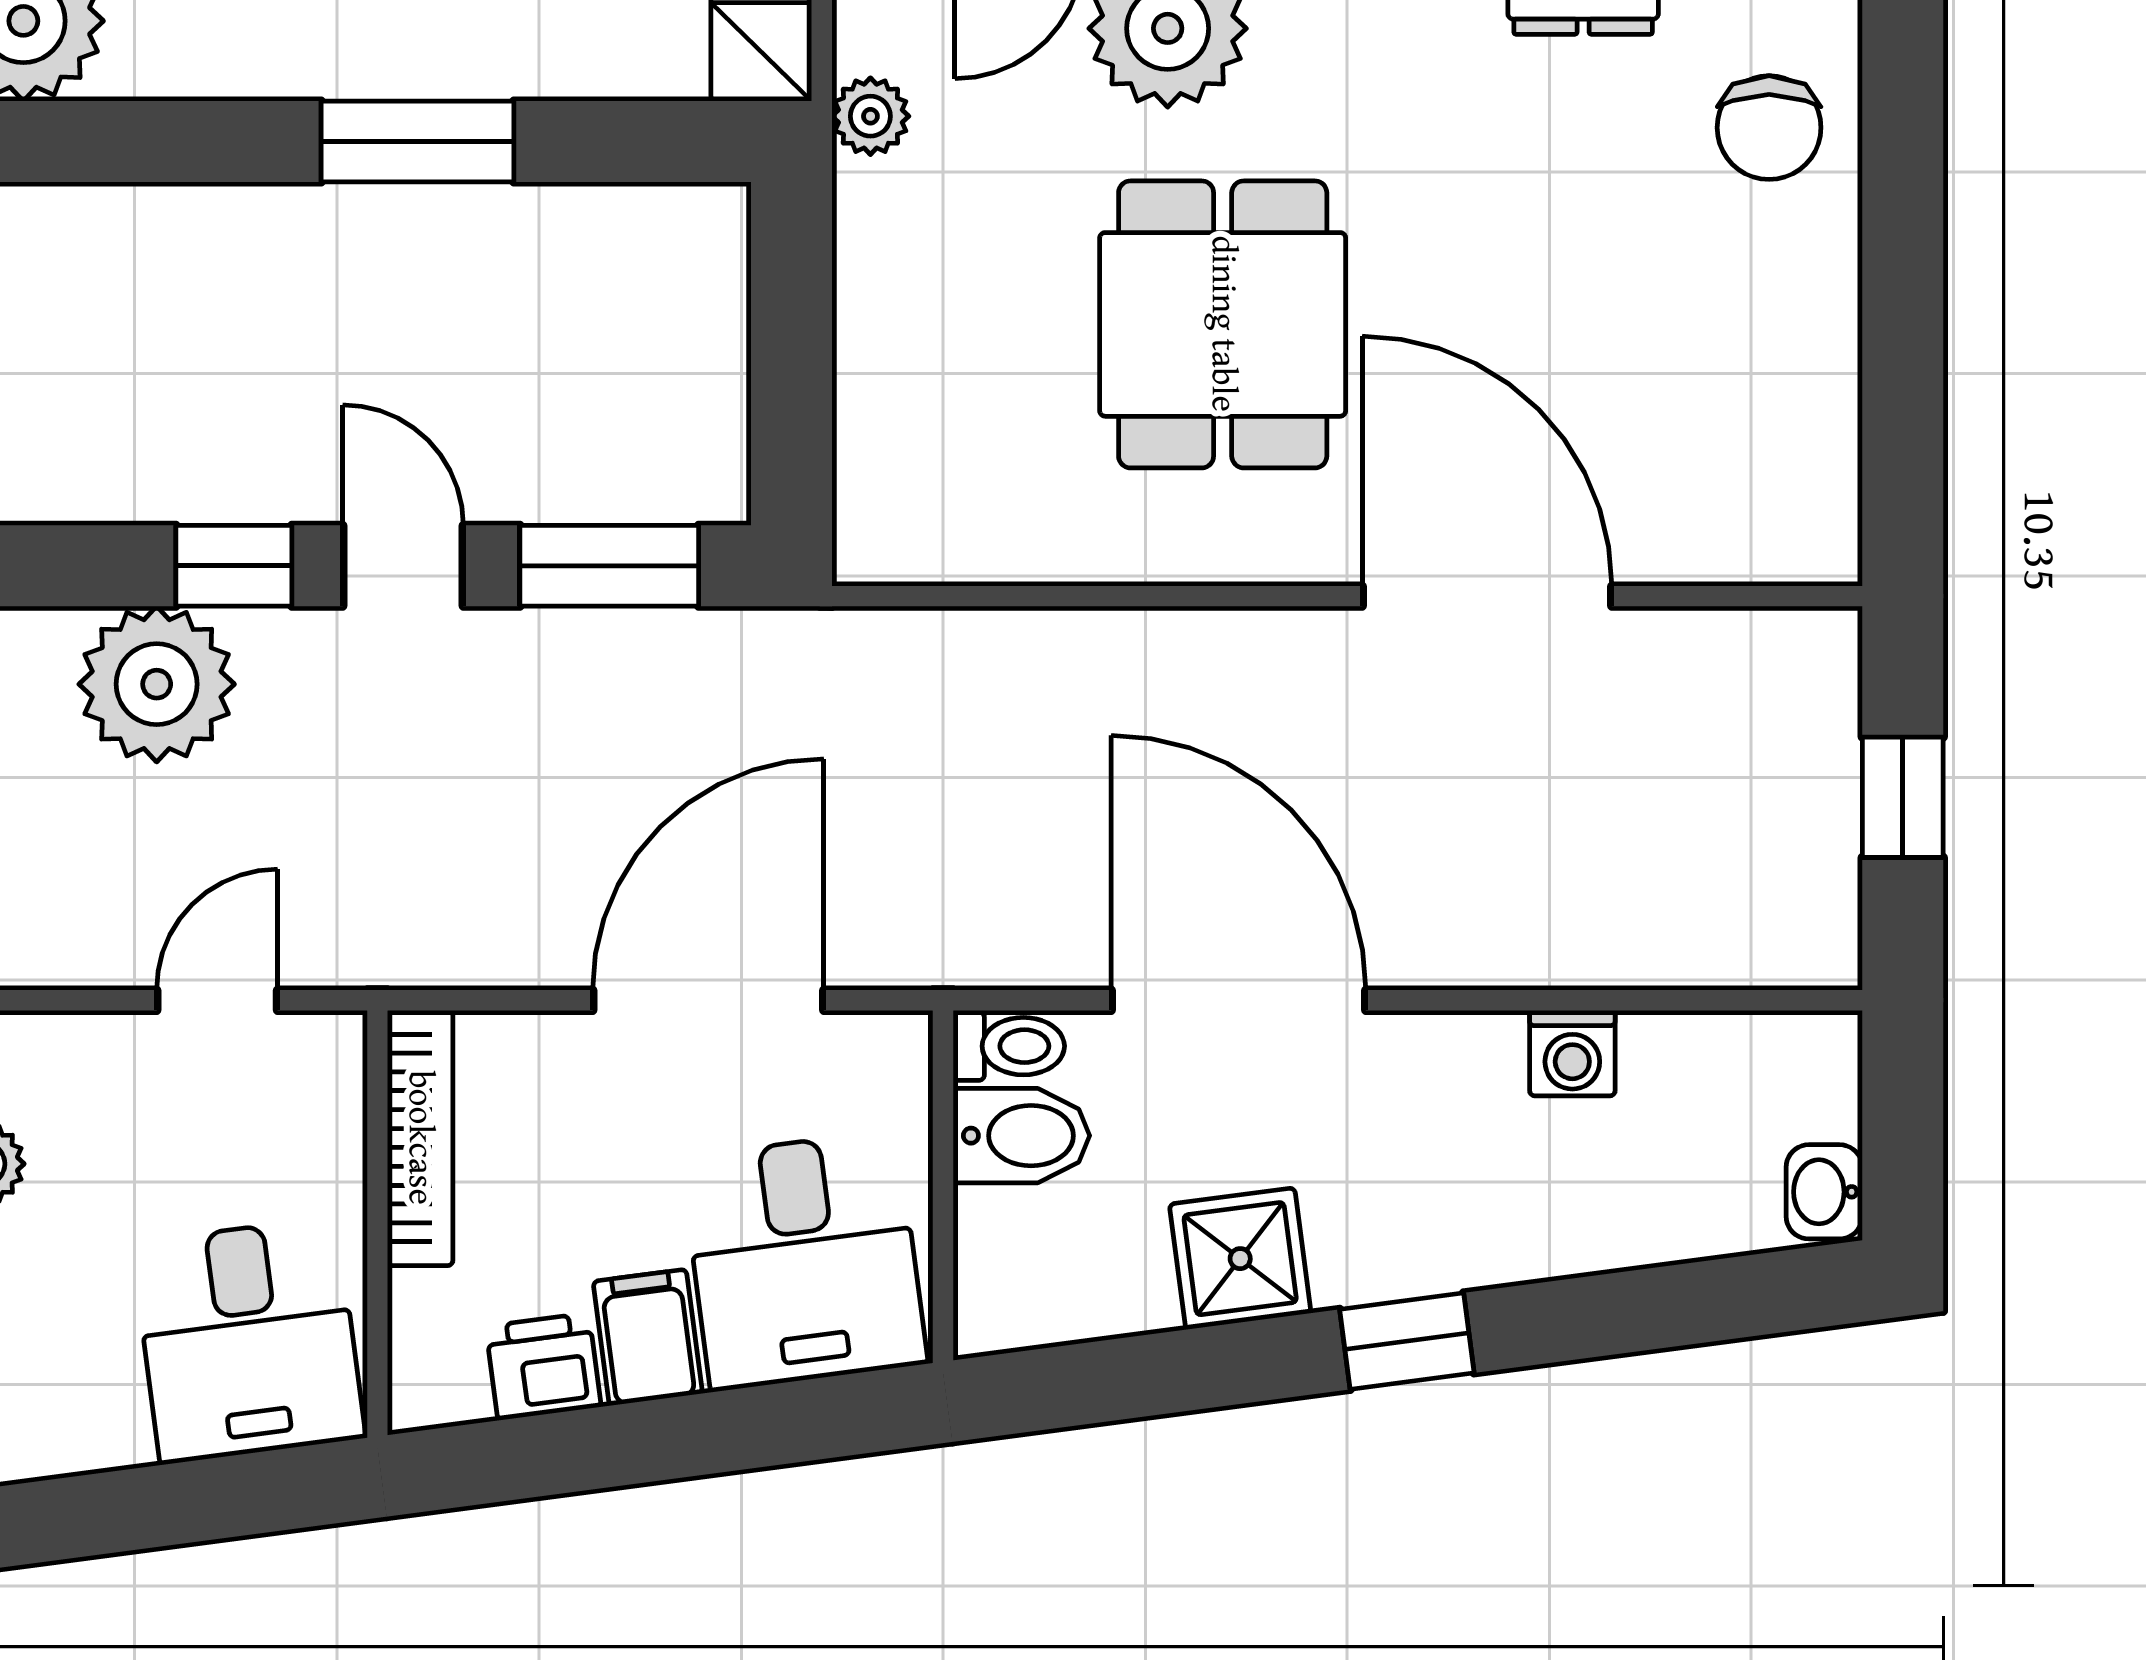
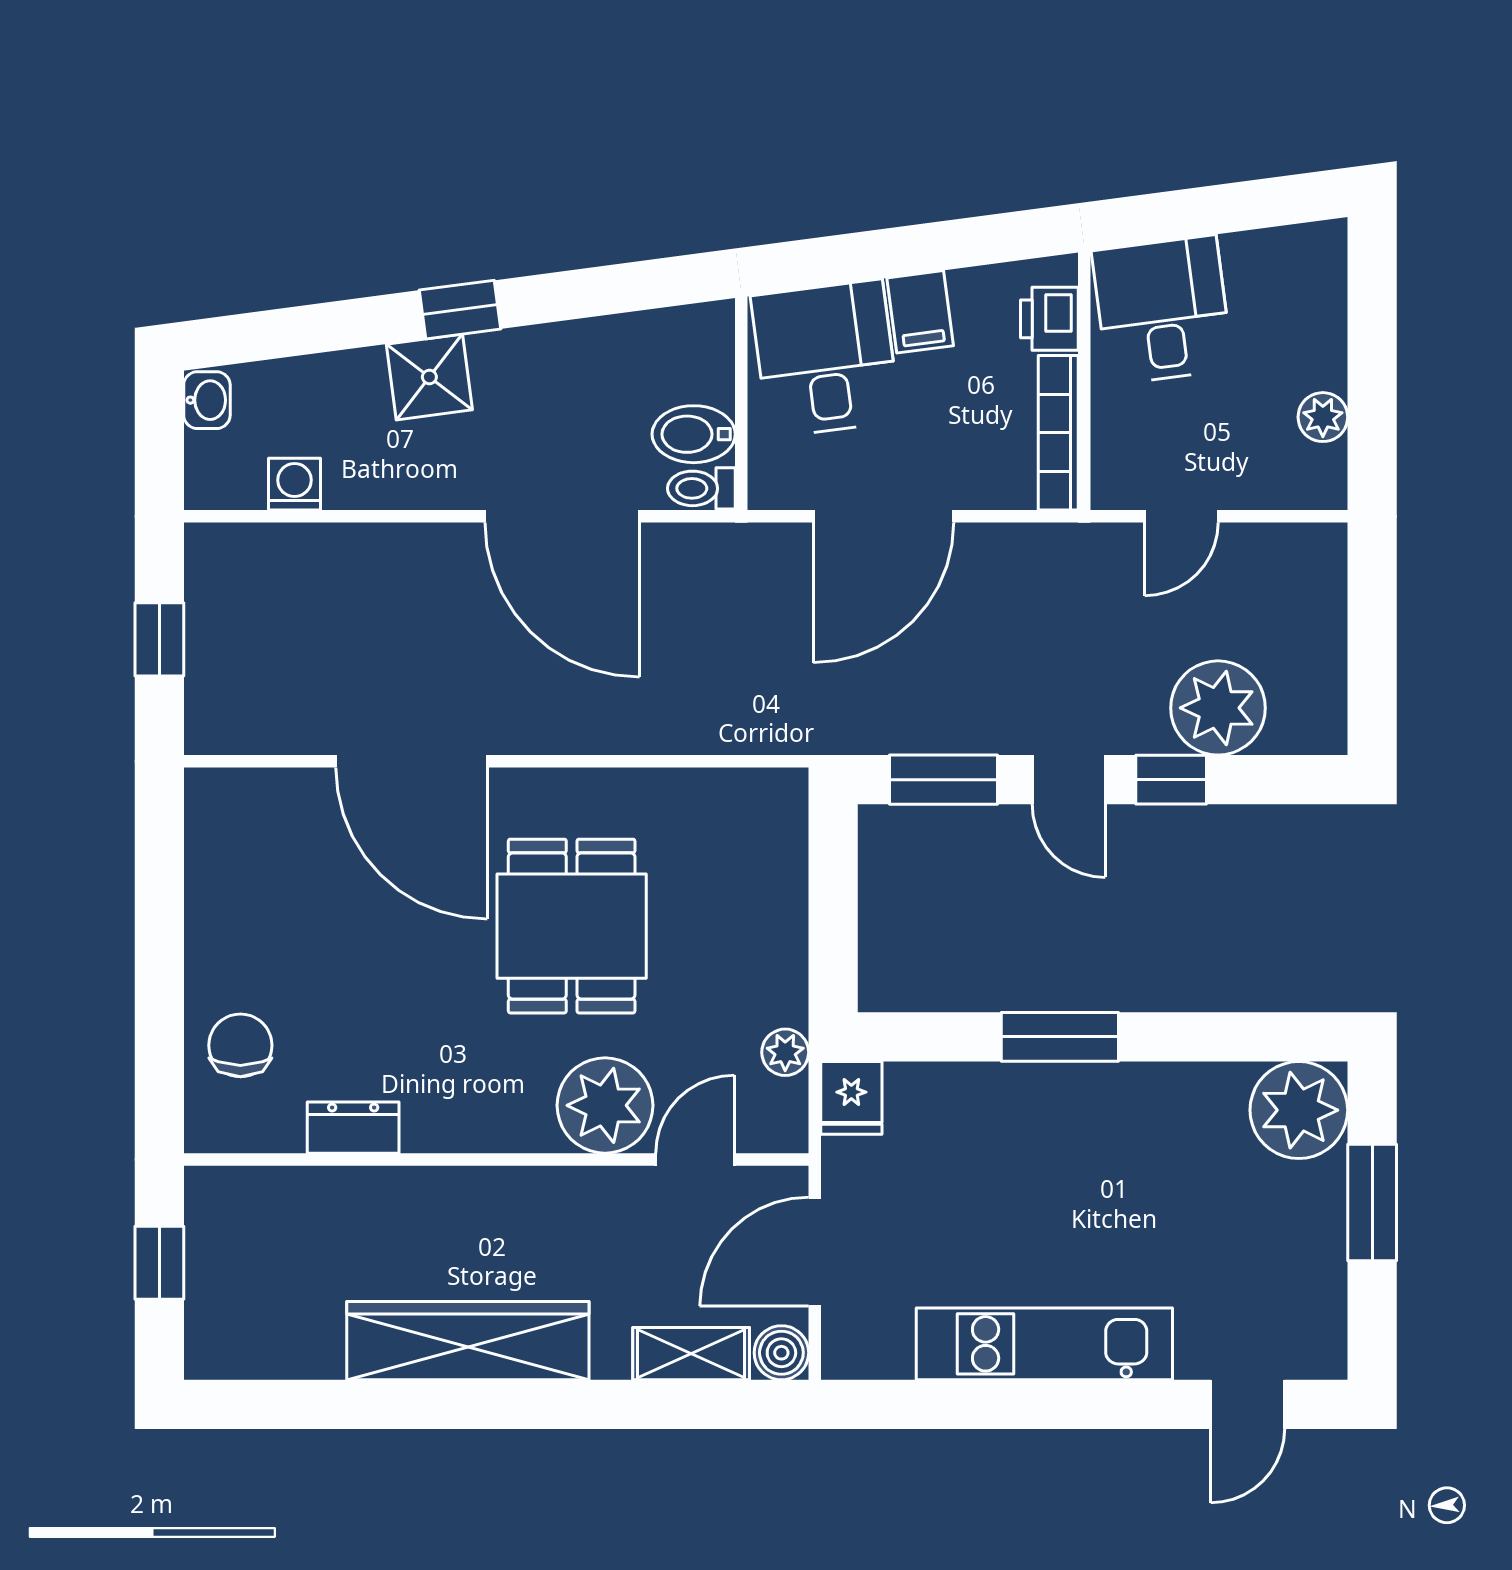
washing machine: (1572, 1053) -> (294, 484), moved
shower: (1240, 1259) -> (429, 377), moved
printer: (543, 1367) -> (1049, 319), moved, turned 98

